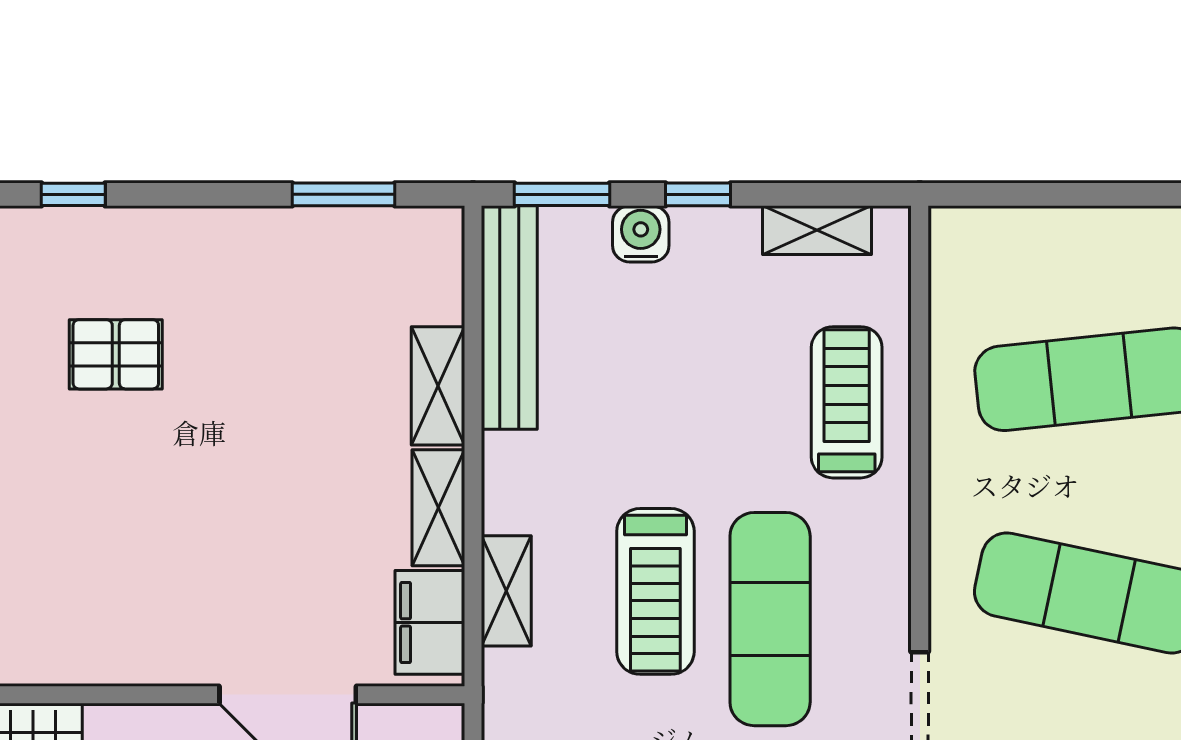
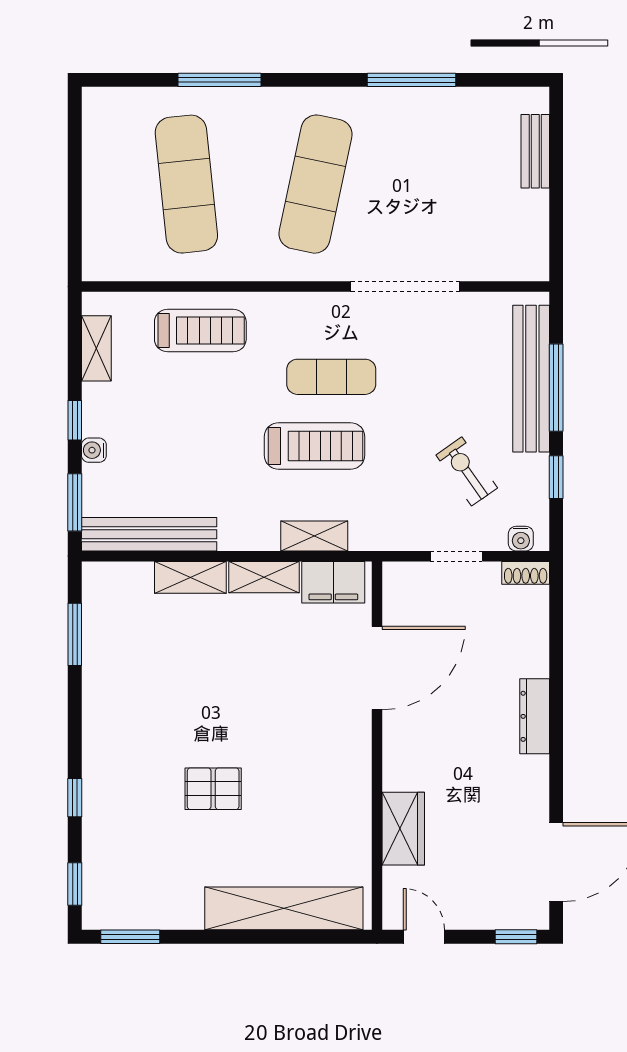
water cooler: (641, 234) -> (94, 450), width x0.72, depth x0.72
pallet: (116, 354) -> (213, 789), moved, turned 90
treadmill: (847, 402) -> (200, 330), turned 180
exercise mat: (770, 619) -> (331, 377), width x0.73, depth x0.69

